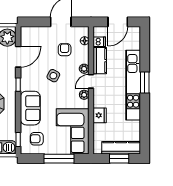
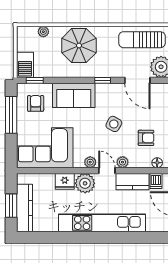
window: (145, 83) -> (105, 237), removed
plant: (101, 99) -> (85, 183), added
window: (59, 159) -> (11, 115), moved

